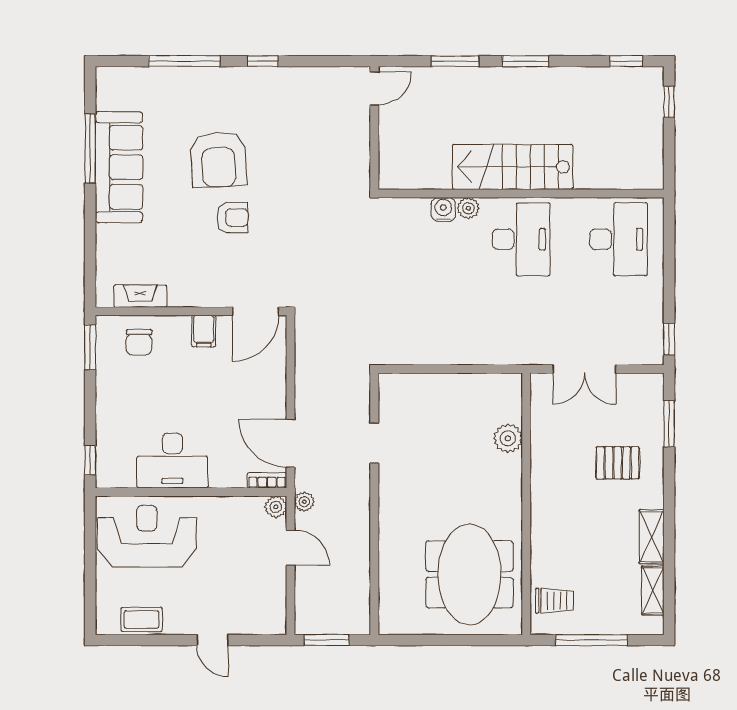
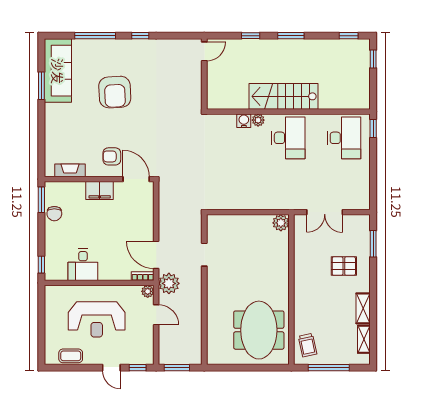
window: (455, 61) -> (251, 36), width x0.67
window: (90, 149) -> (41, 86), width x0.69
sofa: (119, 167) -> (58, 71), moved
armchair: (233, 218) -> (112, 156), moved, turned 180
door: (256, 311) -> (136, 179), swing flipped
filing cabinet: (204, 331) -> (100, 191), width x2.00
window: (669, 339) -> (373, 129), moved
chair: (139, 342) -> (54, 214), moved
plant: (508, 438) -> (281, 223), moved
desk: (172, 460) -> (83, 265), width x0.73
plant: (304, 502) -> (169, 283), width x1.87, depth x1.87
reception desk: (147, 536) -> (97, 319), moved, turned 180
trolley: (555, 601) -> (308, 345), turned 78
window: (258, 640) -> (138, 368), added

